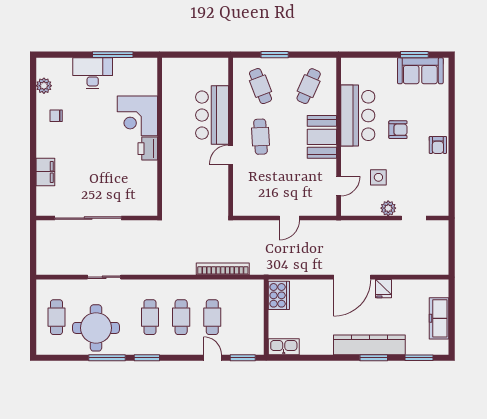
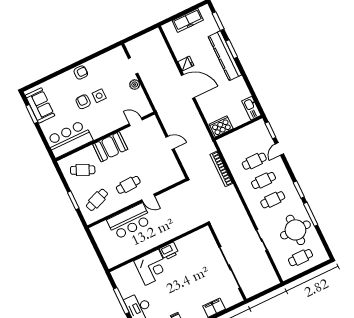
bar counter: (358, 116) -> (69, 139), moved
side table: (378, 177) -> (99, 96), moved

